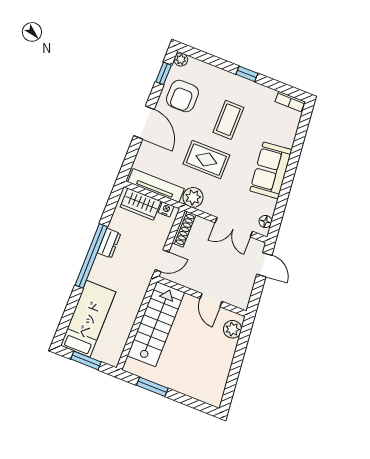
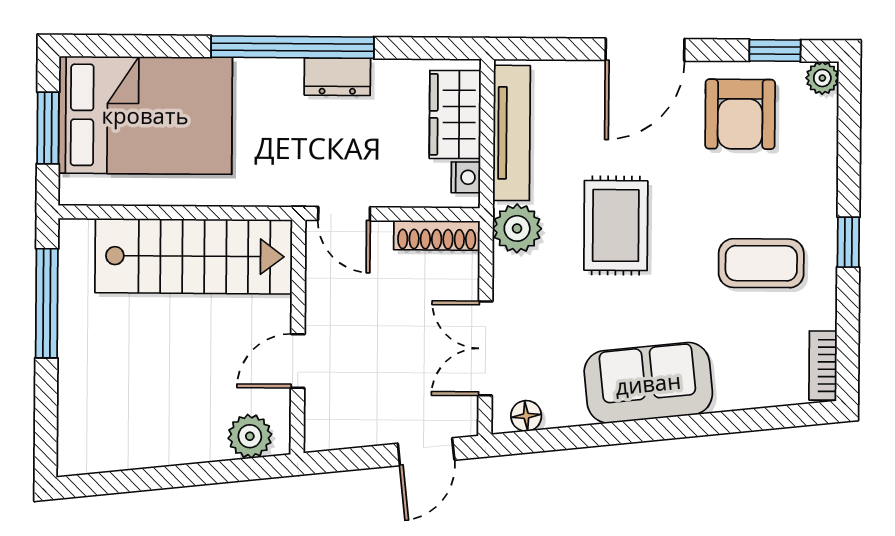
armchair: (182, 96) -> (740, 114), turned -90
coffee table: (228, 120) -> (761, 263), moved
bed: (88, 319) -> (145, 115), width x1.50
window: (152, 387) -> (47, 303), width x1.44

